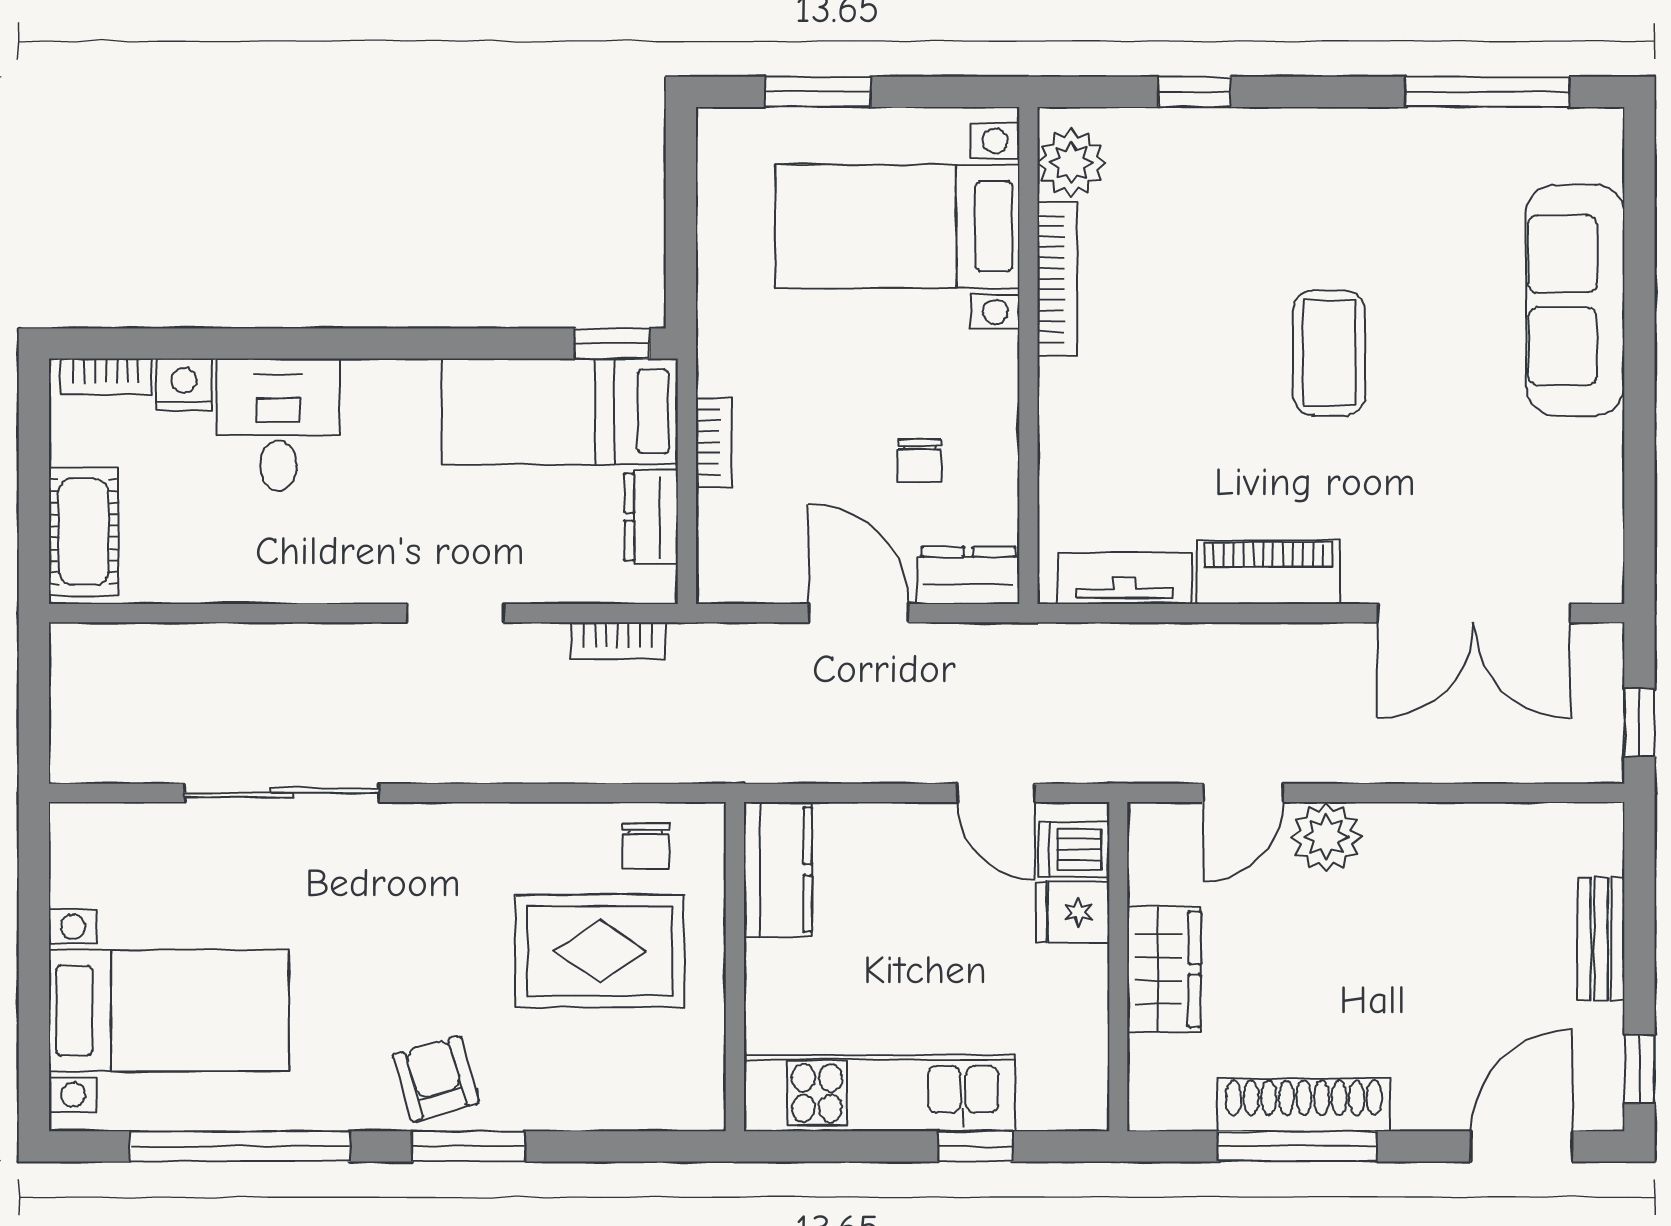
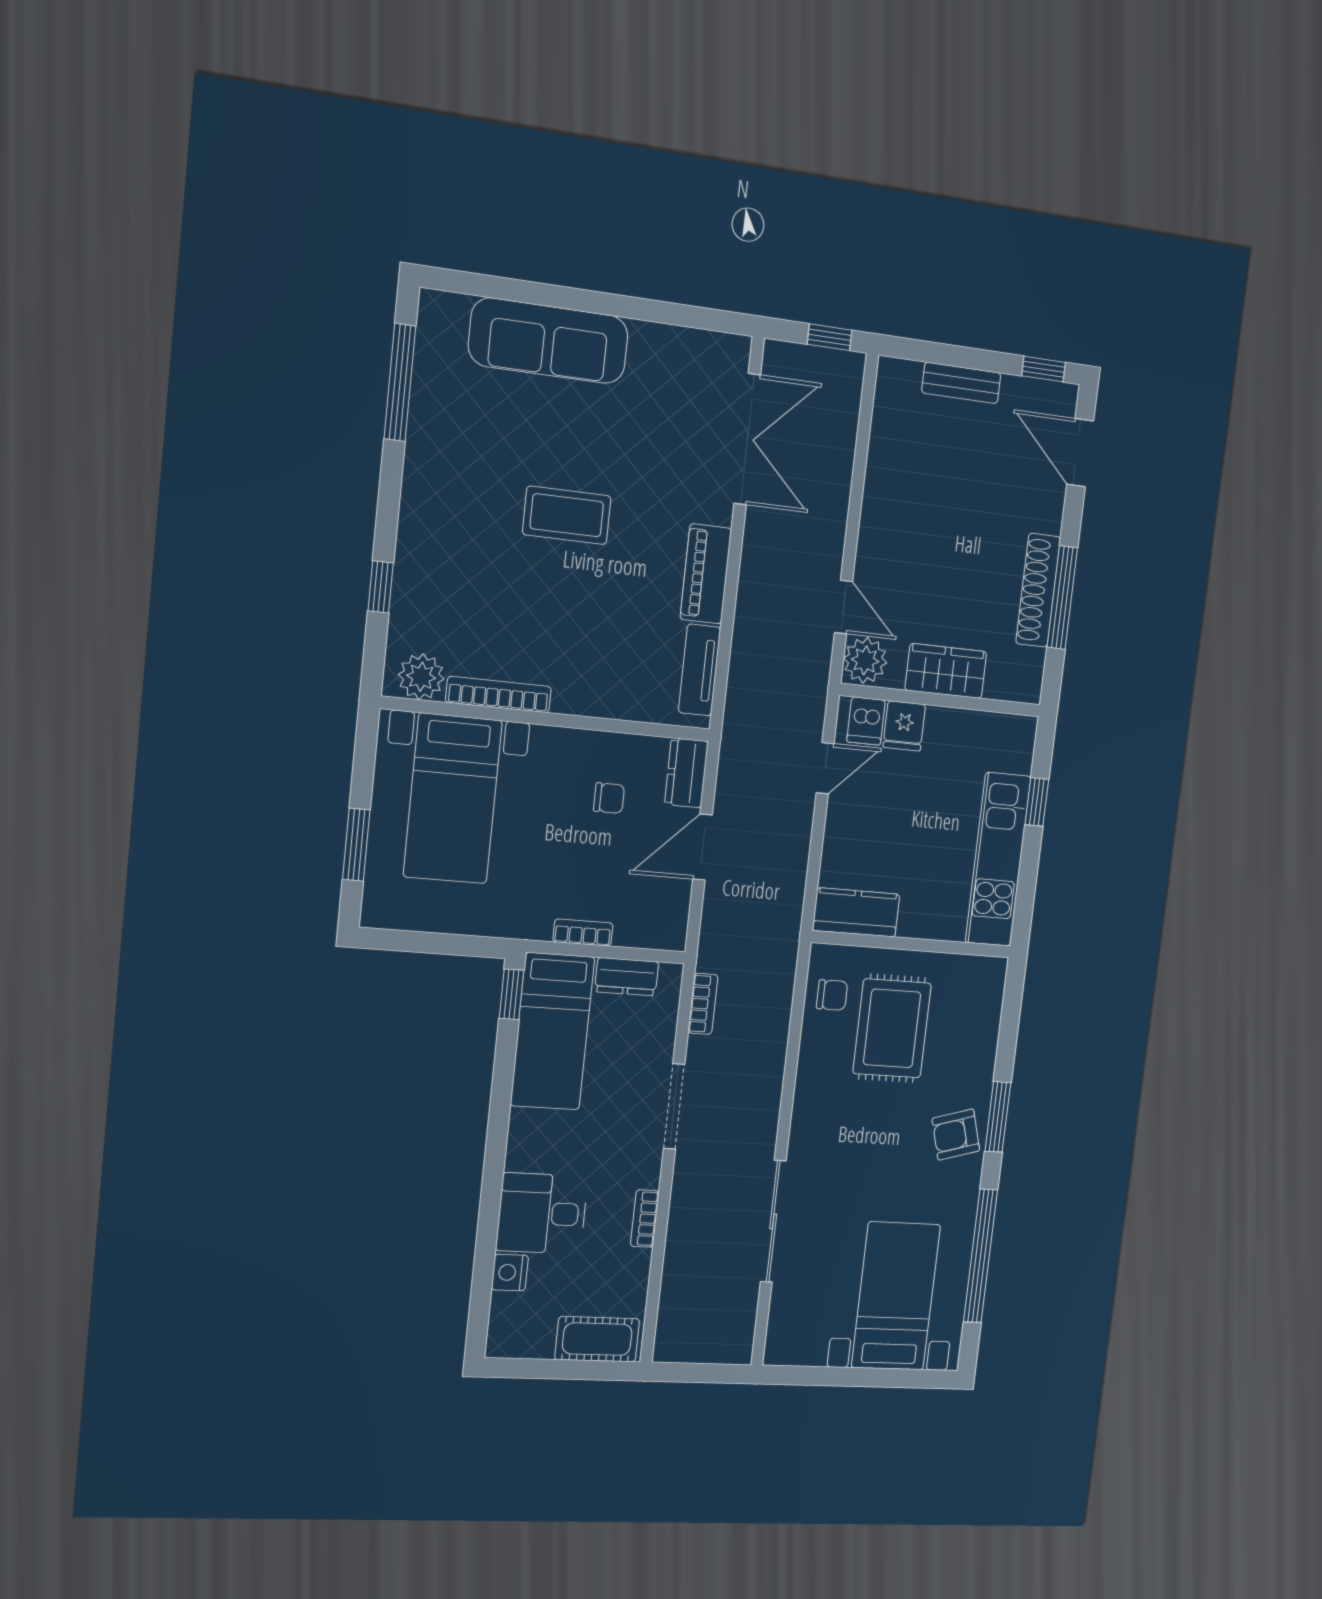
bookcase: (106, 377) -> (645, 1218), moved, turned 180
doorway: (456, 613) -> (674, 1106), width x1.38
plant: (1326, 837) -> (865, 660), moved

